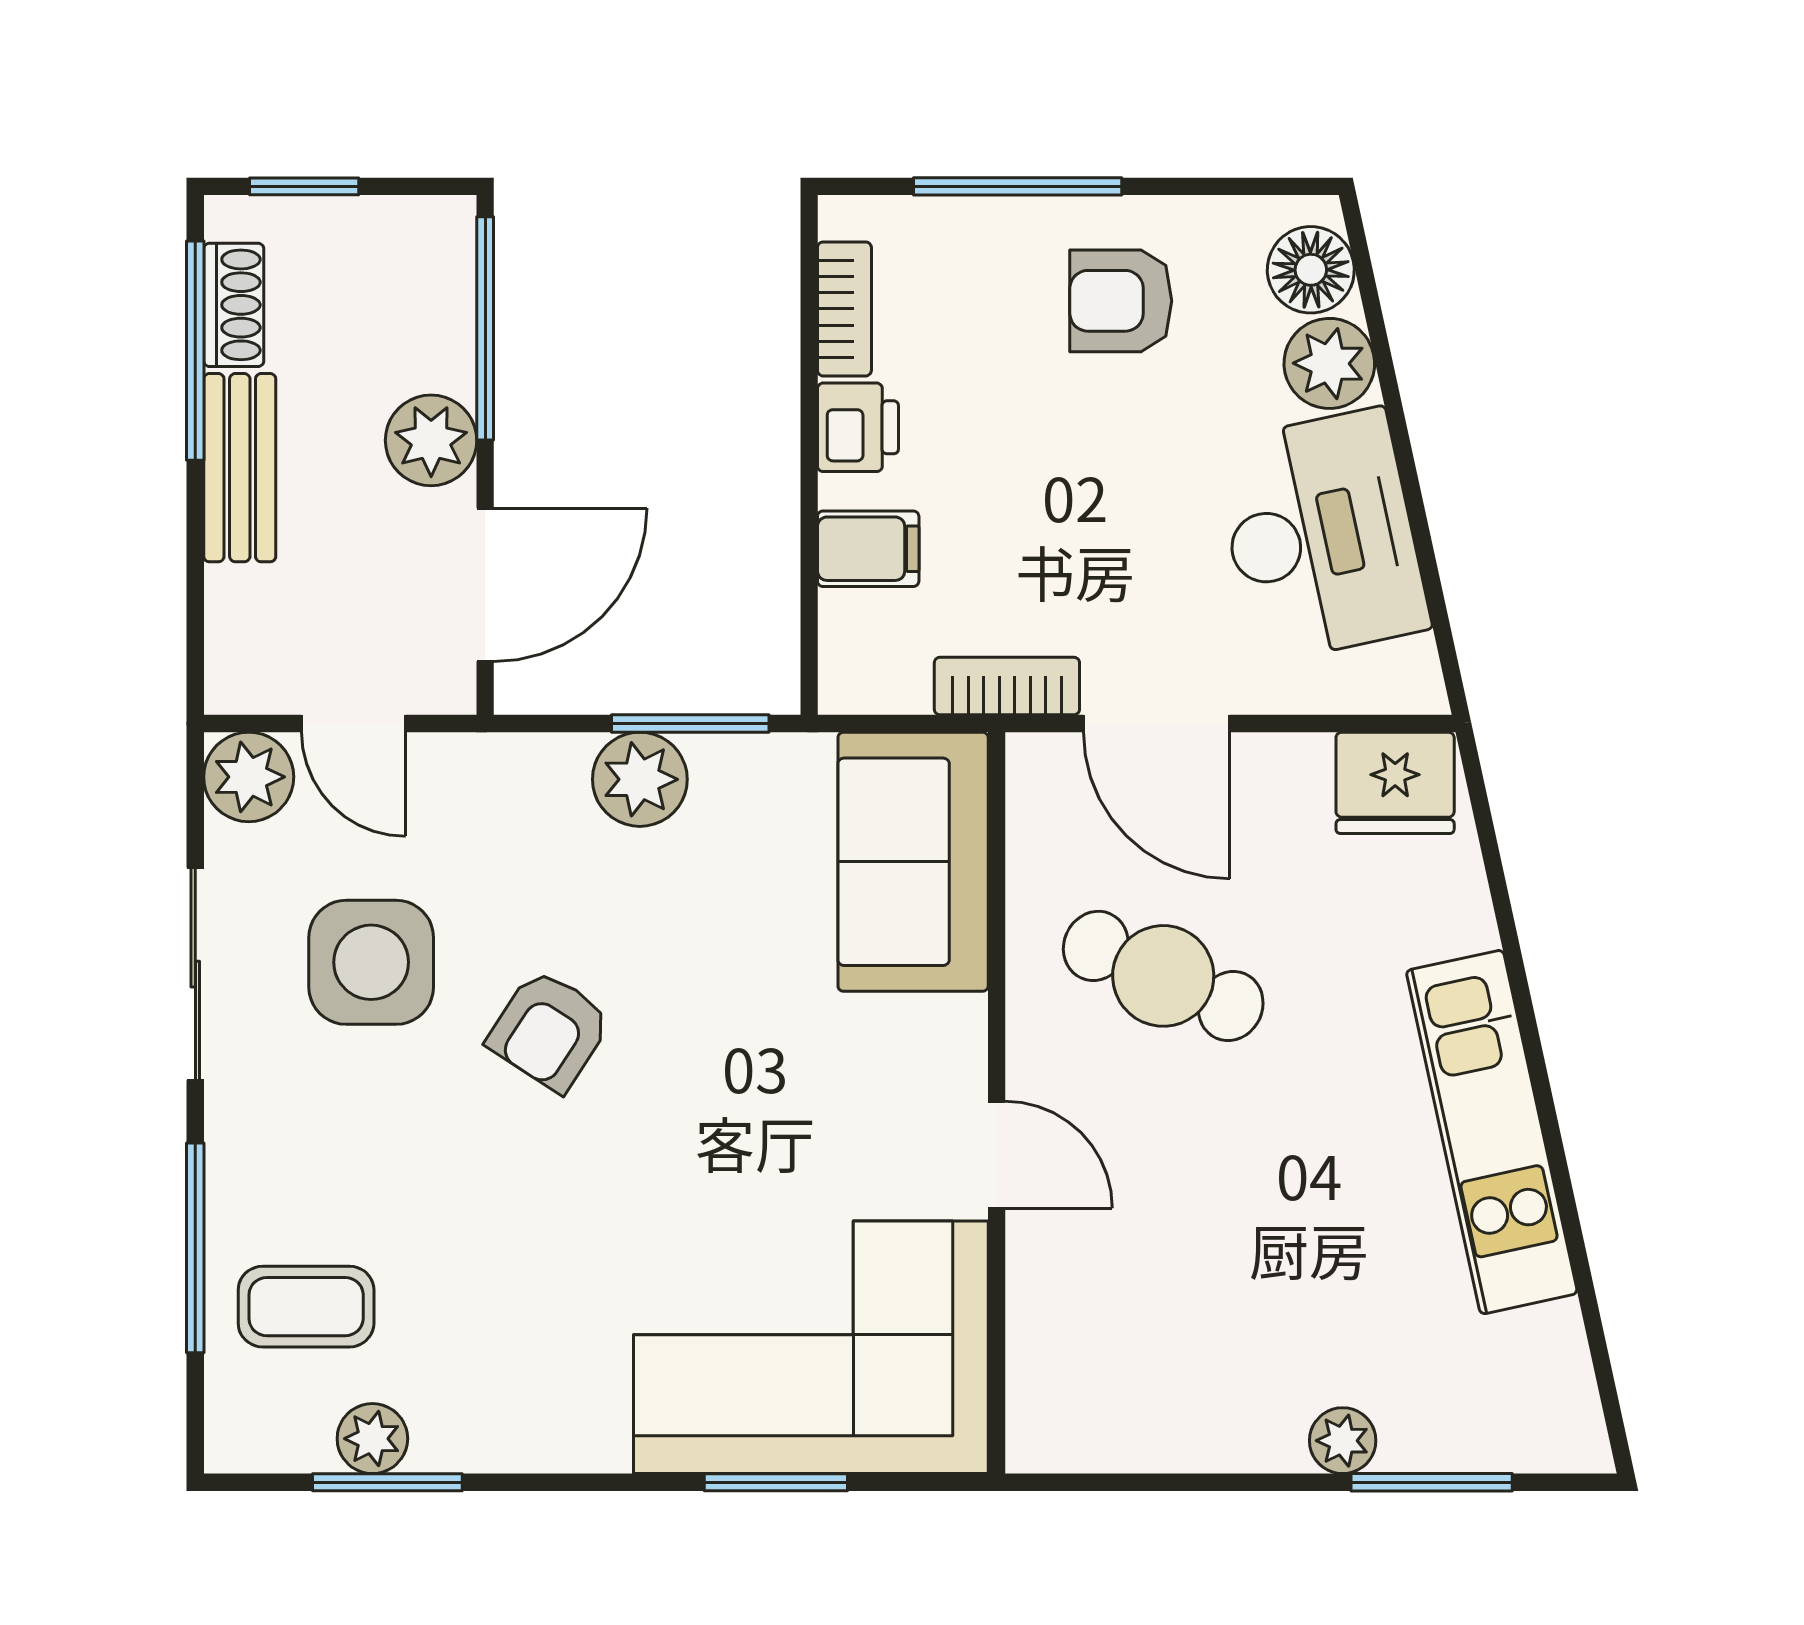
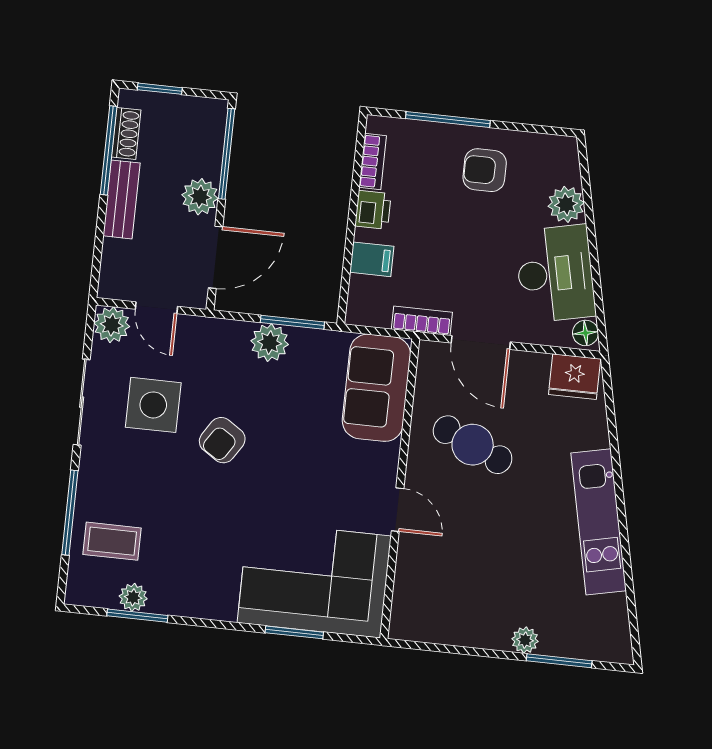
floor lamp: (1311, 270) -> (585, 333), moved, width x0.73, depth x0.73

